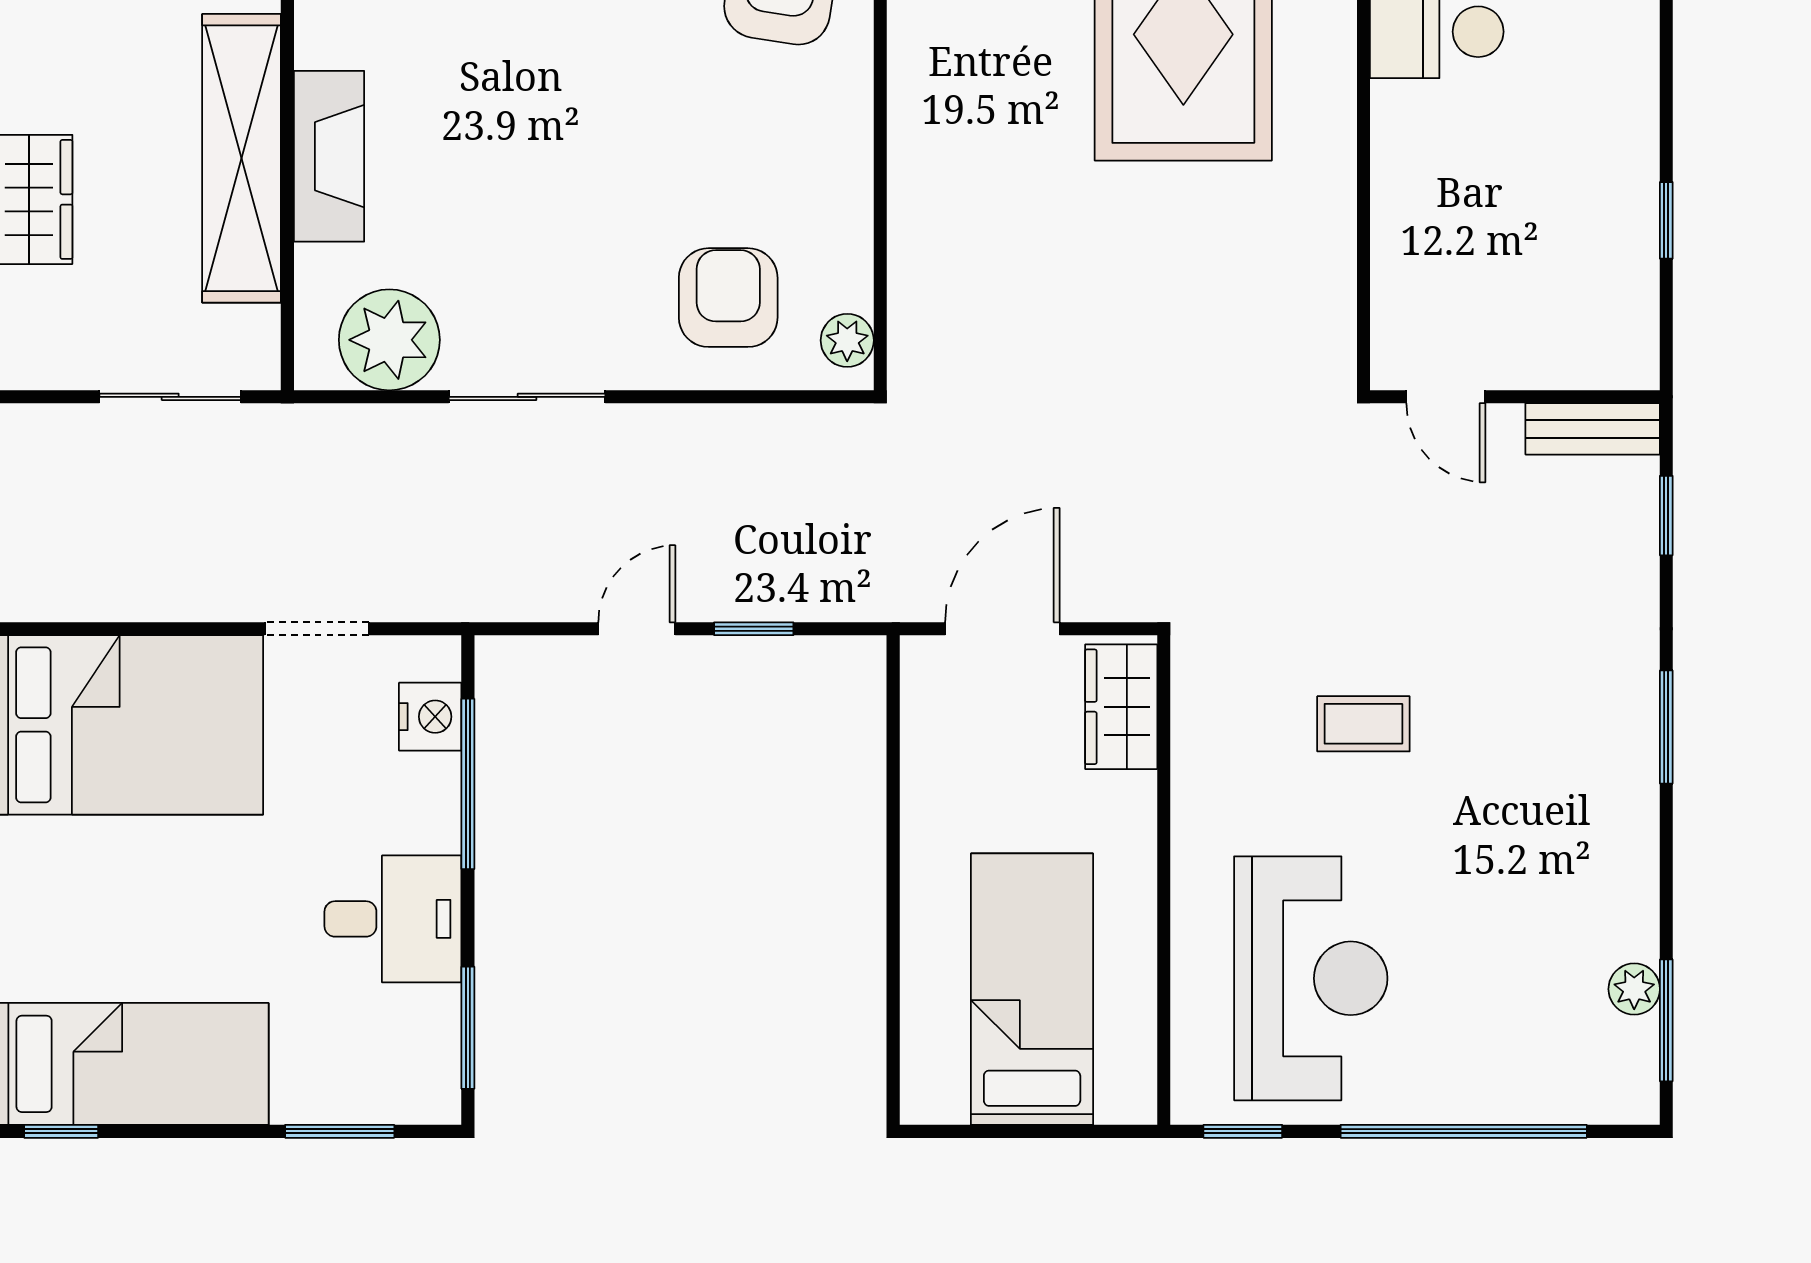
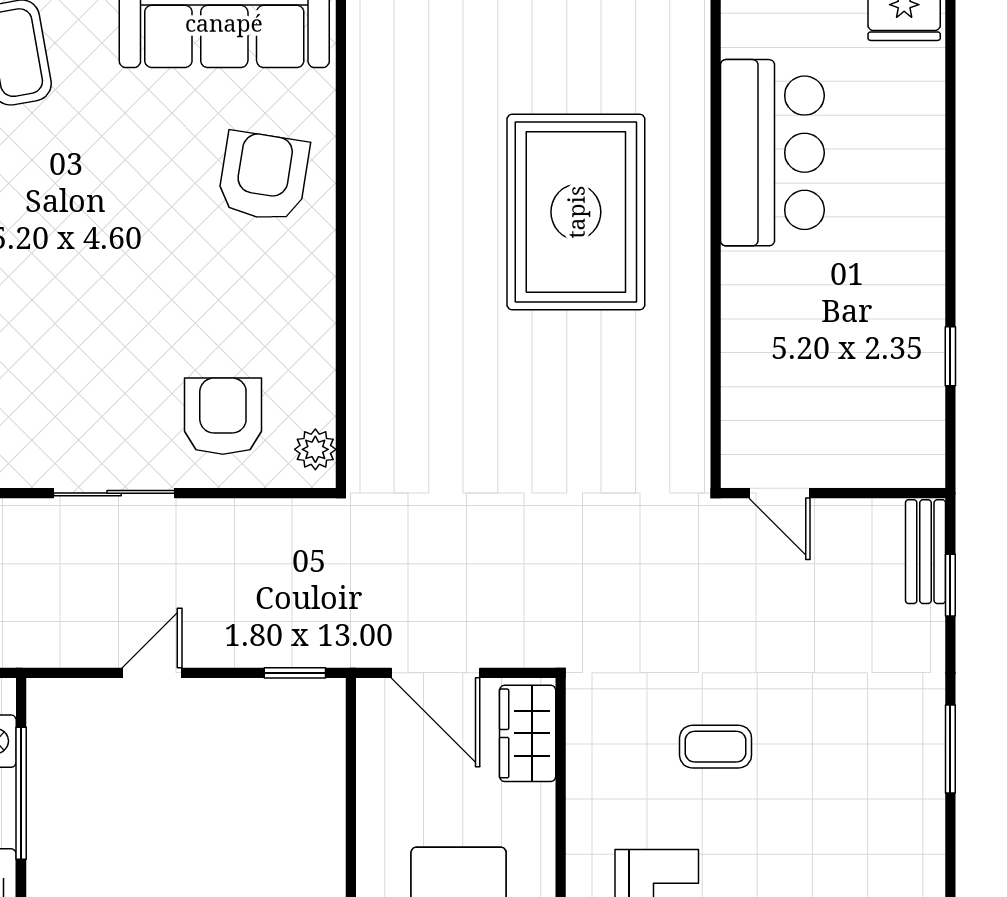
sliding door: (527, 397) -> (114, 493), moved
bench: (1593, 429) -> (925, 552), moved, turned 90
window: (754, 629) -> (295, 673), moved
door: (1002, 629) -> (435, 673), swing flipped

